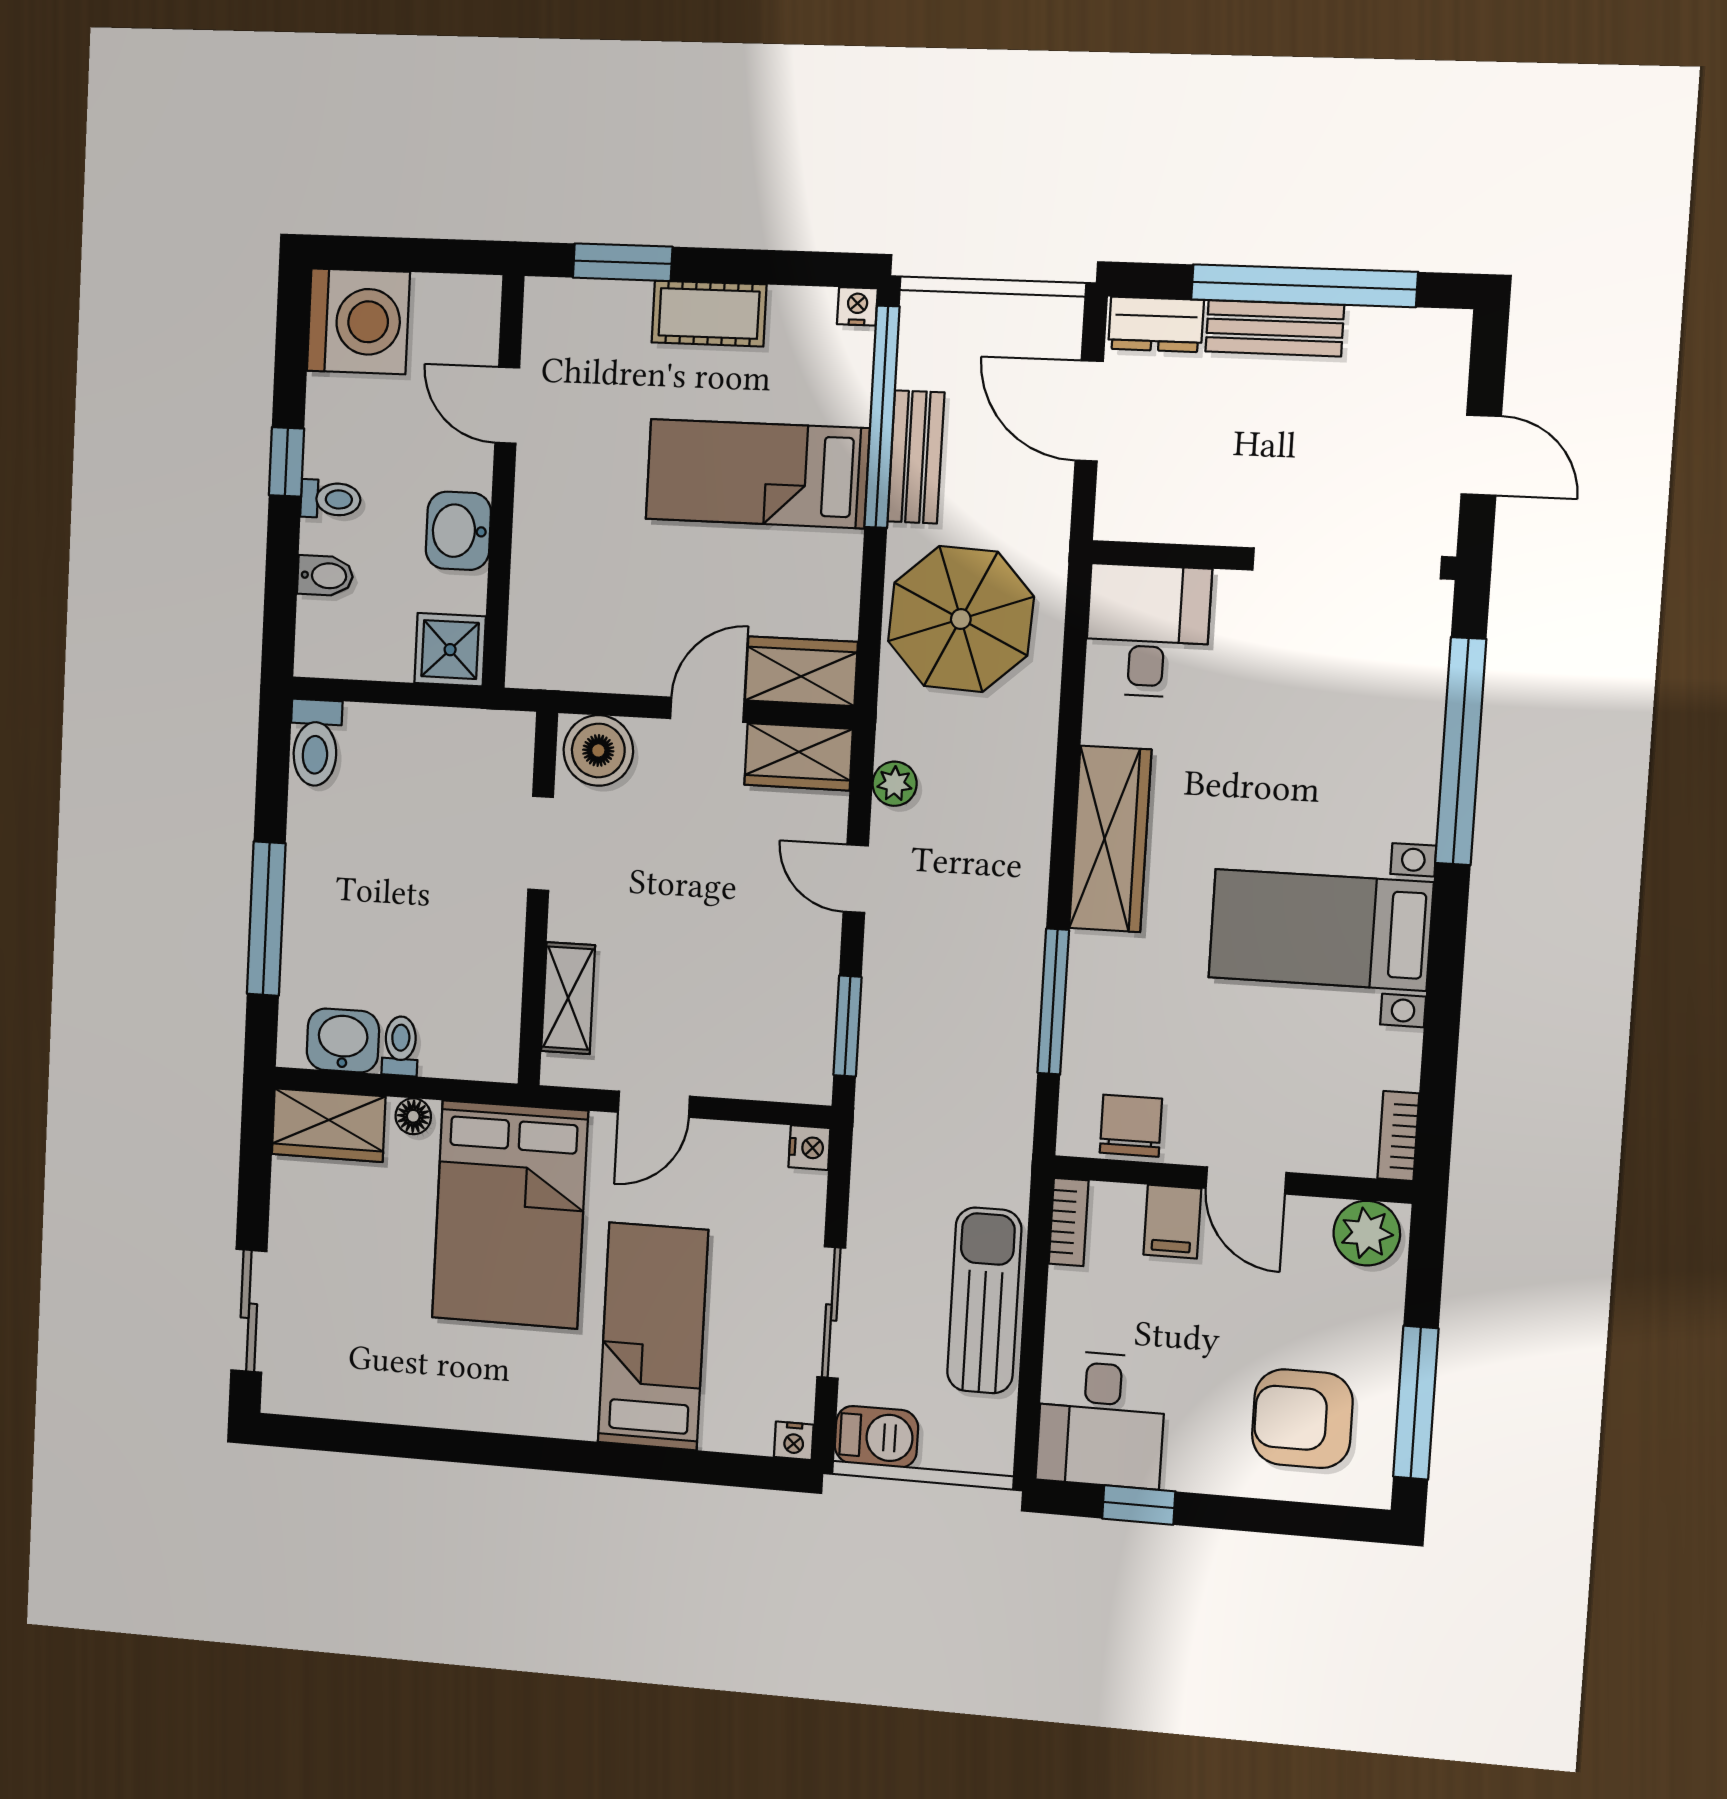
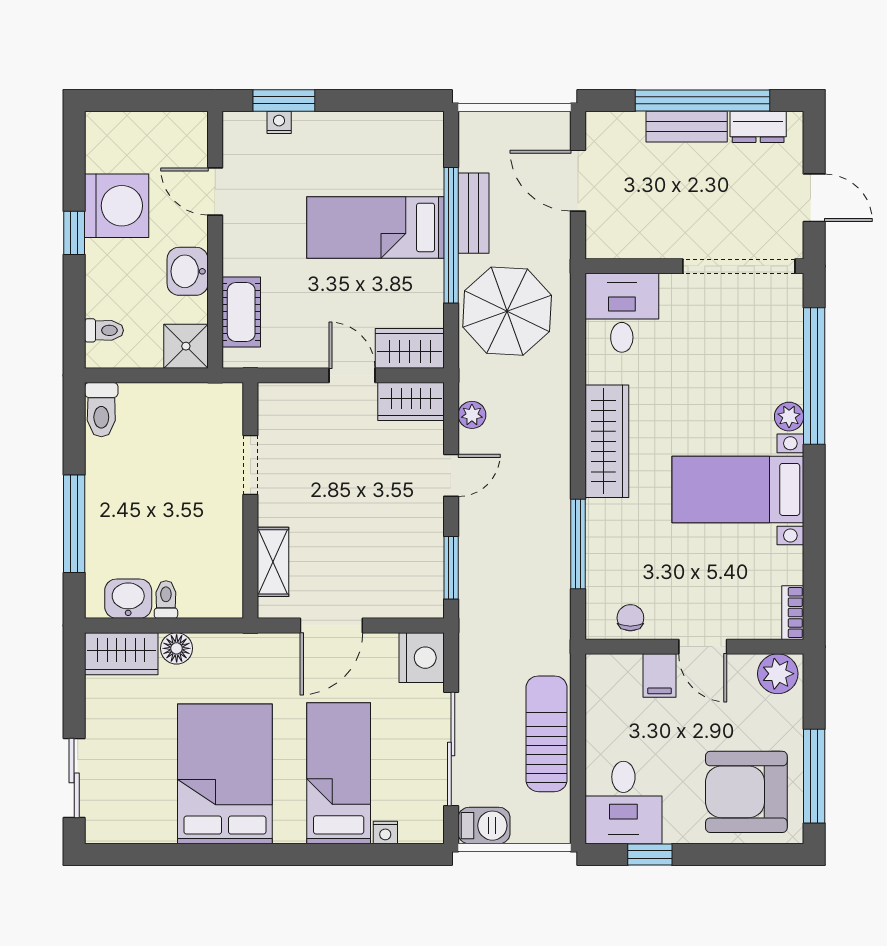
nightstand: (857, 306) -> (279, 122), moved
cot: (709, 314) -> (241, 312), moved, turned 90
washing machine: (358, 321) -> (117, 206), moved
dresser: (1156, 324) -> (758, 127), moved
window: (882, 417) -> (451, 235), moved
toilet: (331, 499) -> (104, 330), moved
bidet: (325, 576) -> (103, 303), removed
door: (707, 710) -> (352, 375), hinge flipped
boiler: (598, 750) -> (284, 405), removed
plant: (1414, 816) -> (789, 417), added
door: (856, 879) -> (451, 475), swing flipped
door: (654, 1104) -> (331, 625), width x1.38
floor lamp: (413, 1116) -> (177, 648), width x1.37, depth x1.37
chair: (1131, 1126) -> (630, 618), width x0.73, depth x0.73
nightstand: (809, 1148) -> (422, 658), width x1.89, depth x1.79
bed: (510, 1215) -> (225, 774), moved, turned 180
bookcase: (1069, 1222) -> (596, 681), removed
sliding door: (831, 1312) -> (451, 749), width x1.37
armchair: (1302, 1419) -> (746, 792), width x1.36, depth x1.36
nightstand: (794, 1441) -> (385, 833), moved

